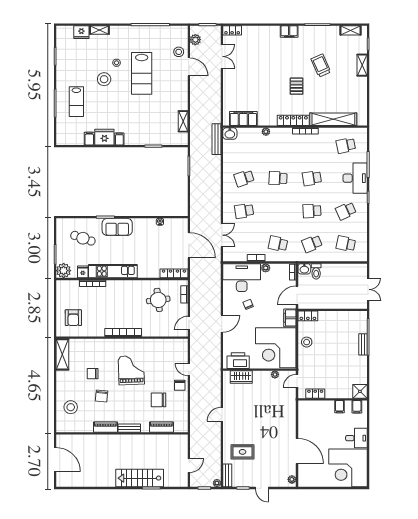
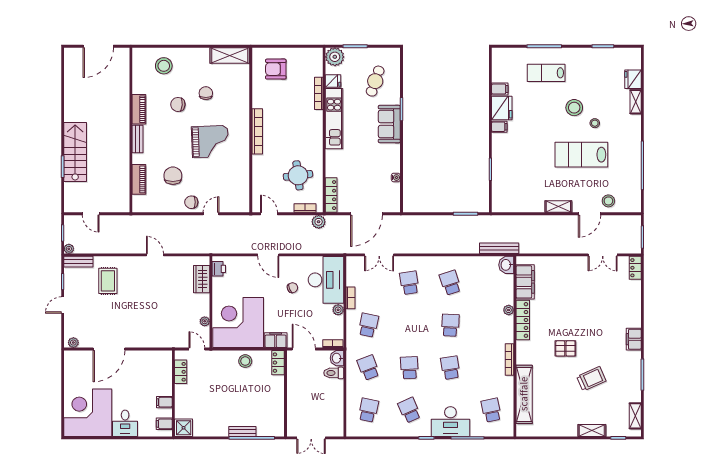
plant: (195, 40) -> (319, 222), moved
locker: (293, 120) -> (523, 320), moved
shelving: (183, 121) -> (558, 206), moved
printer: (238, 361) -> (219, 269), width x0.53, depth x0.68

